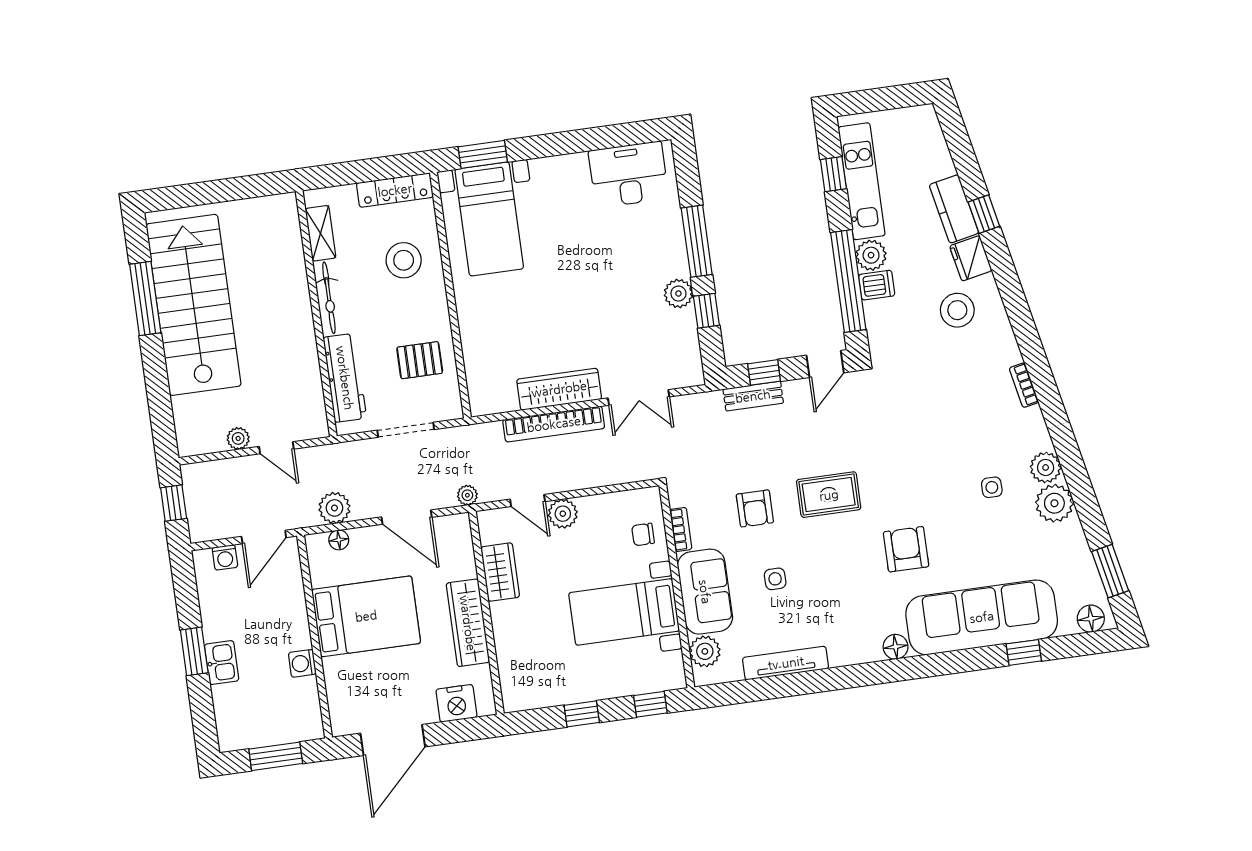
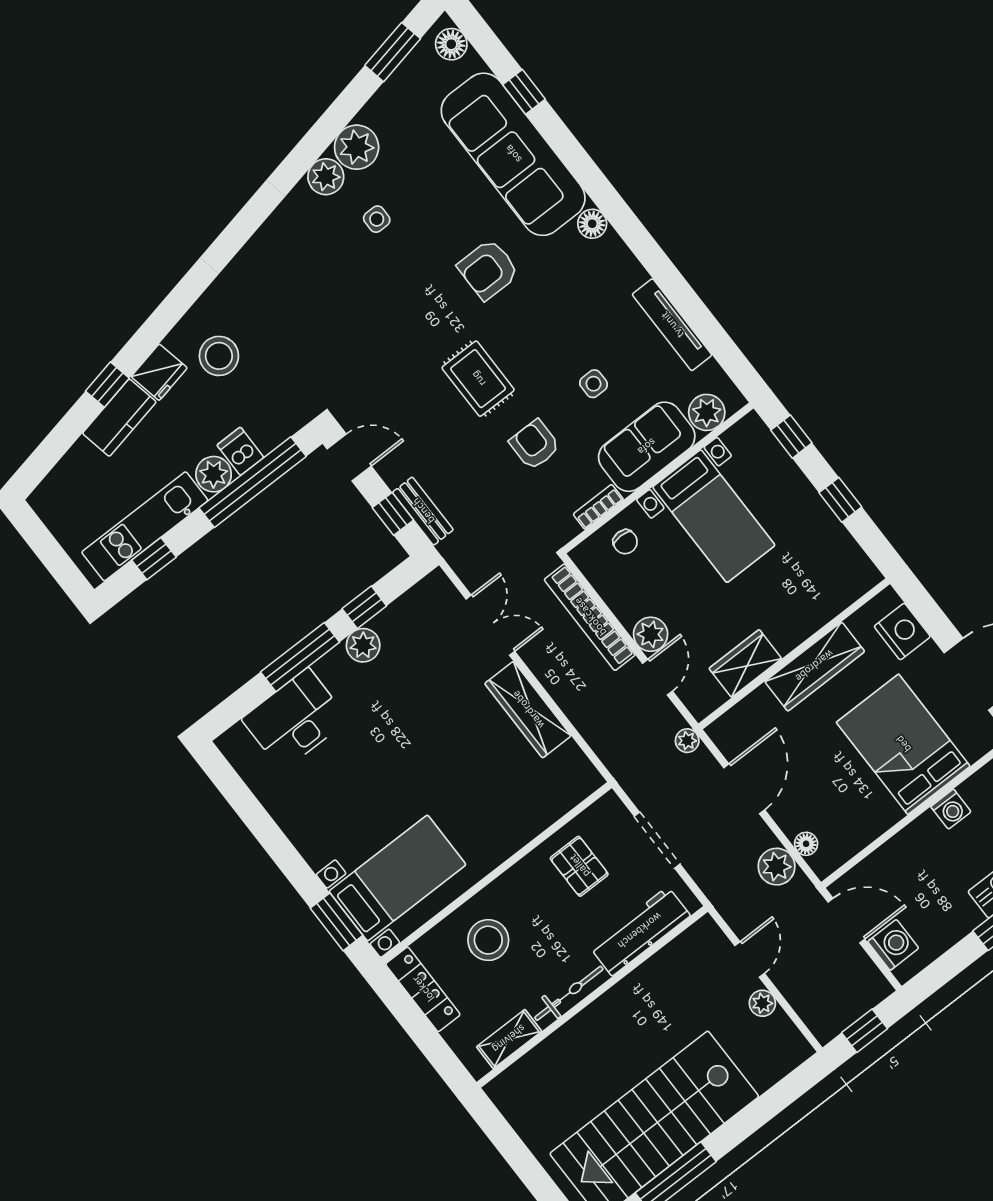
desk: (629, 175) -> (295, 719), moved, turned 90
bookcase: (1024, 385) -> (256, 246), removed
bookcase: (554, 424) -> (590, 617), moved, turned 180
armchair: (755, 508) -> (535, 445), turned -90
washing machine: (225, 557) -> (893, 945), width x1.38, depth x1.38
bed: (366, 616) -> (903, 744), moved

